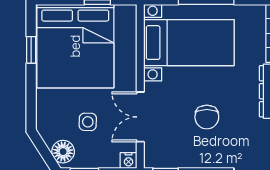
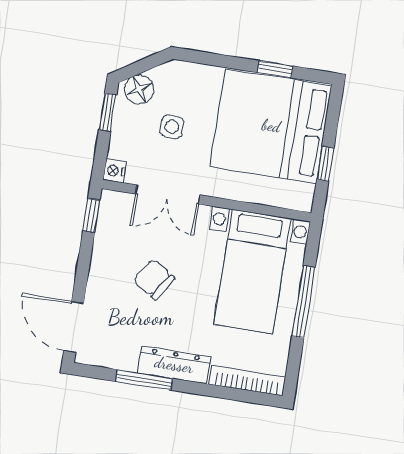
double door: (140, 117) -> (168, 194), swing flipped
chair: (207, 117) -> (154, 279), turned 34

